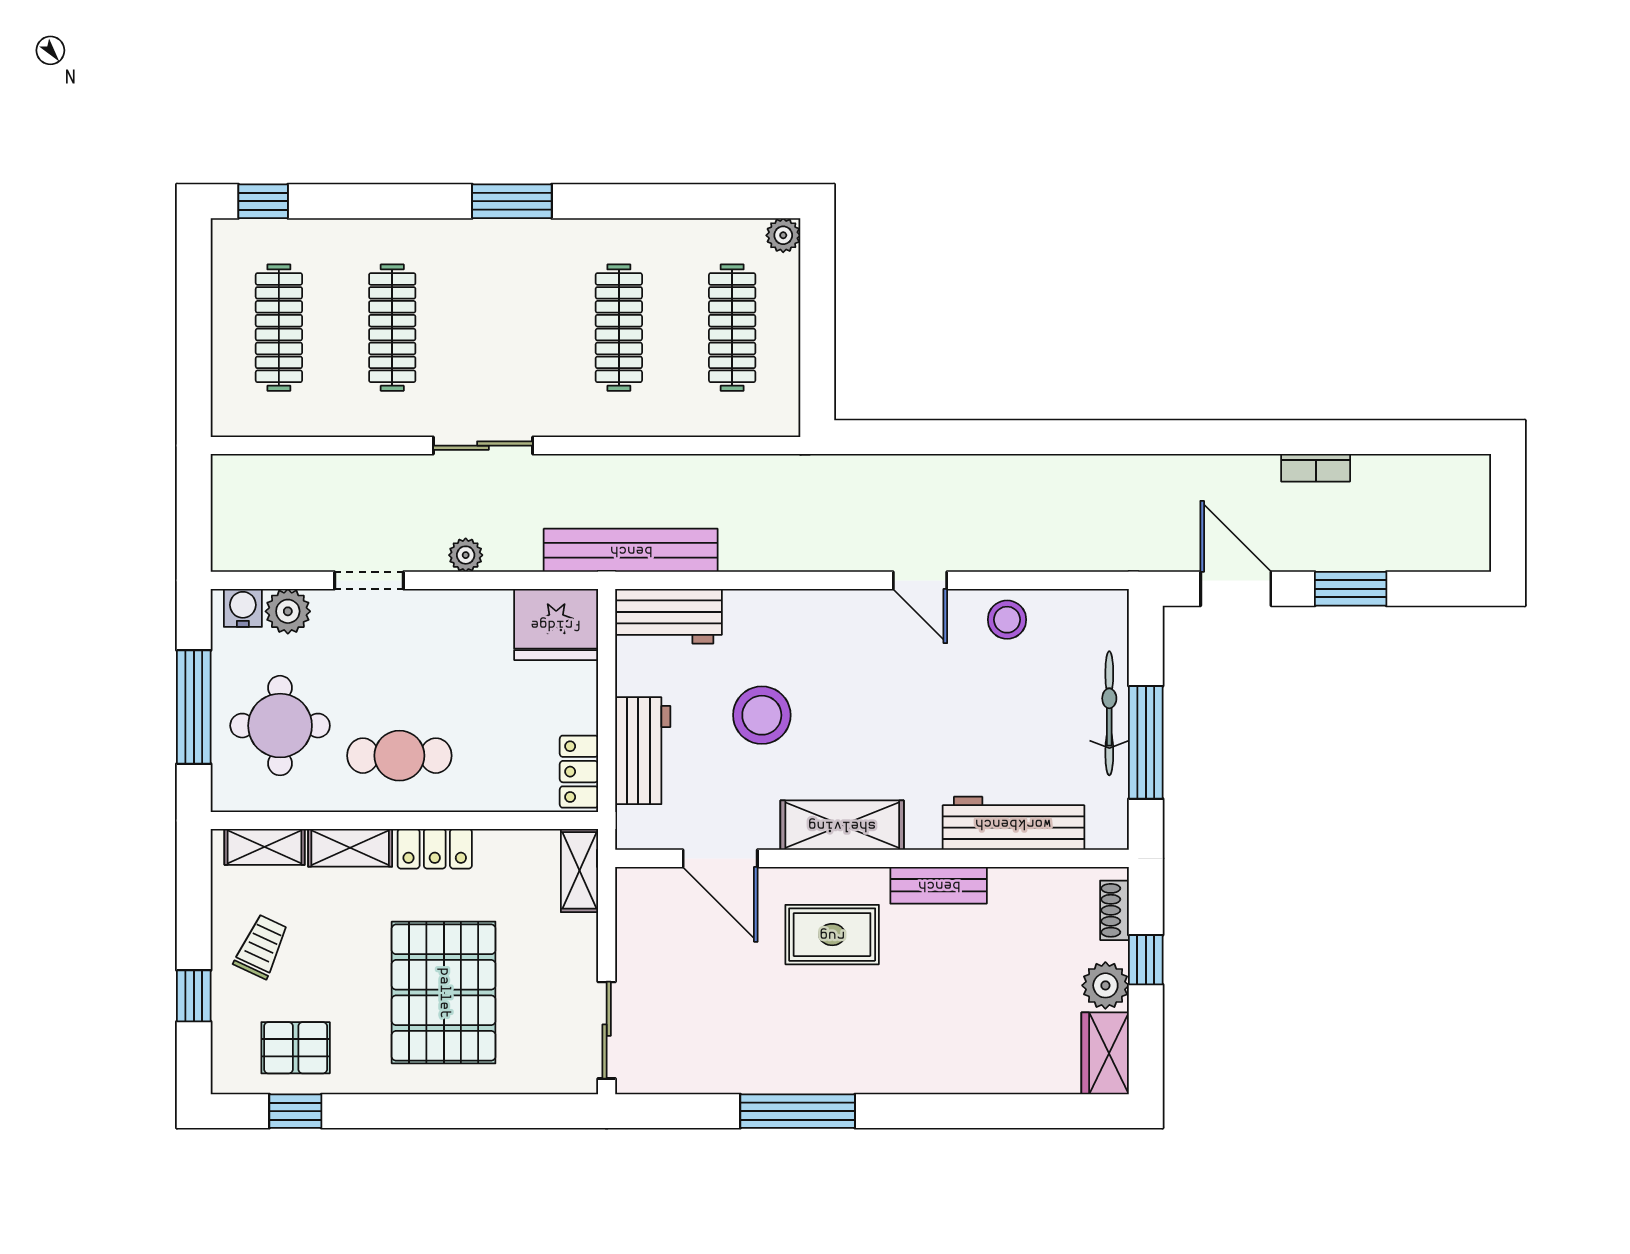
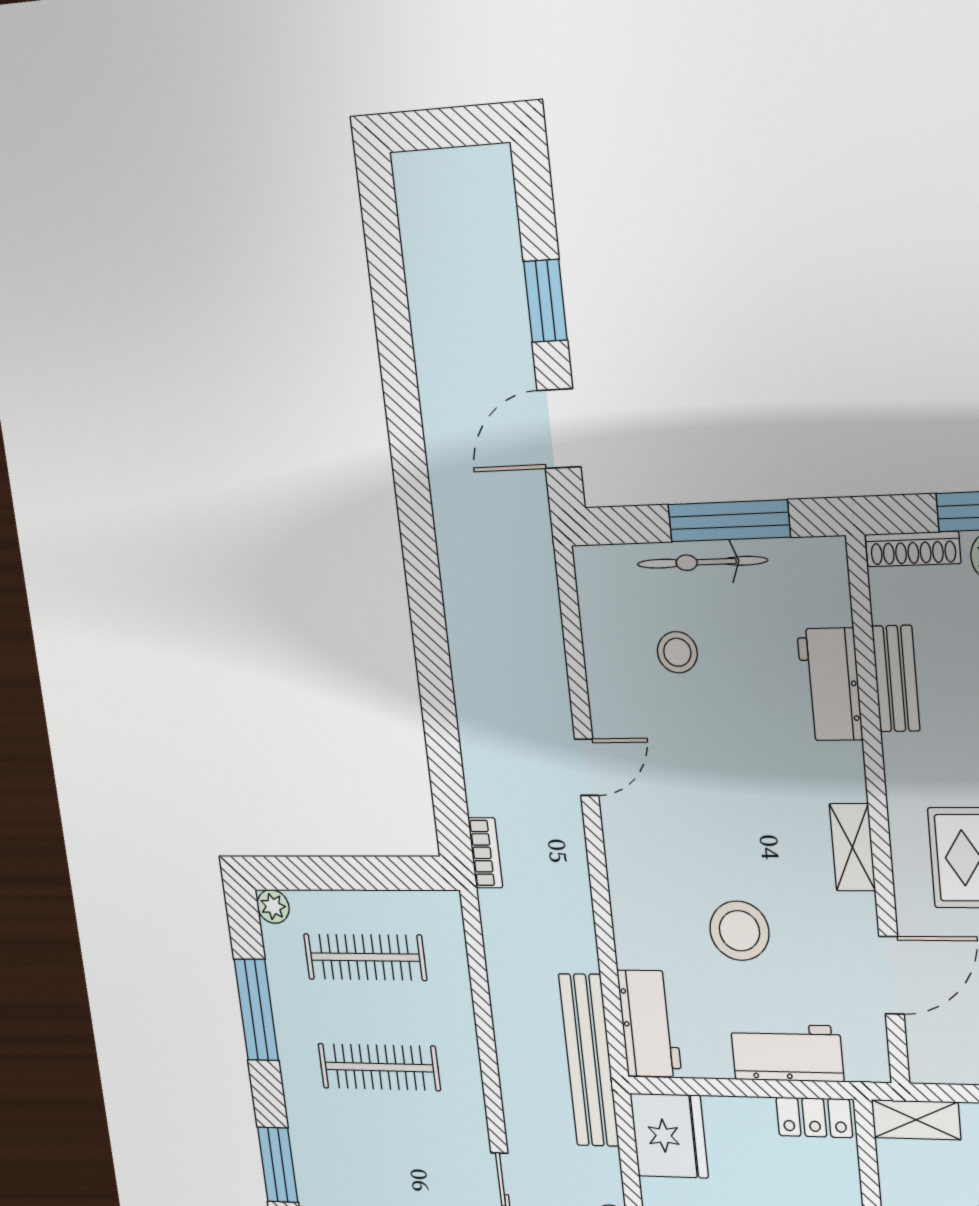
window: (676, 201) -> (256, 1010), added
bookcase: (1316, 468) -> (485, 853), moved
stool: (1007, 620) -> (677, 652), moved
workbench: (1013, 823) -> (830, 684), width x0.73
shelving: (842, 825) -> (852, 847), width x0.67, depth x0.75
bench: (939, 885) -> (896, 679), moved
shoe rack: (1115, 910) -> (913, 549), width x1.43

